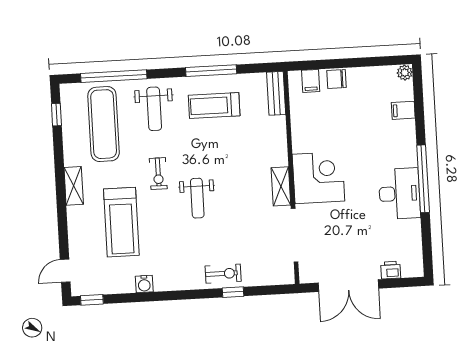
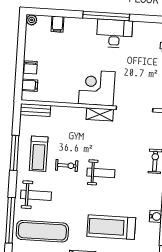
exercise bike: (158, 174) -> (67, 166), moved
treadmill: (121, 222) -> (111, 227), turned 180

